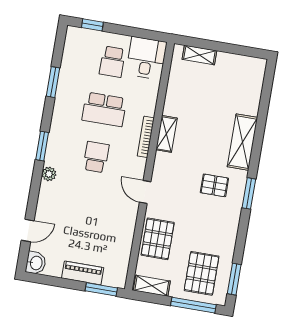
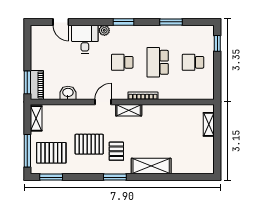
desk: (146, 58) -> (85, 39), moved, turned -90
shelving: (166, 134) -> (129, 110), moved
school desk: (96, 157) -> (122, 62), turned 180
pallet: (158, 239) -> (89, 144), moved
washbasin: (36, 263) -> (68, 93), moved, turned 180
piano: (83, 273) -> (37, 85), moved

